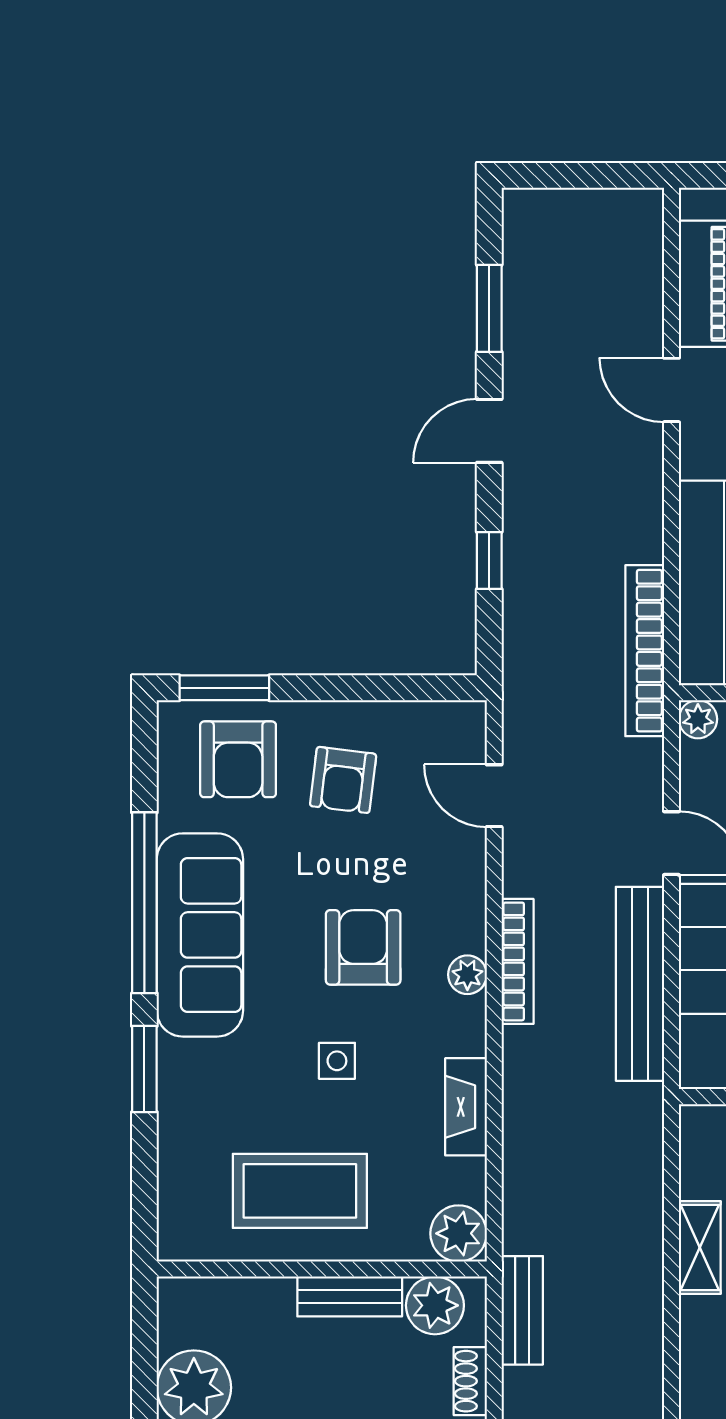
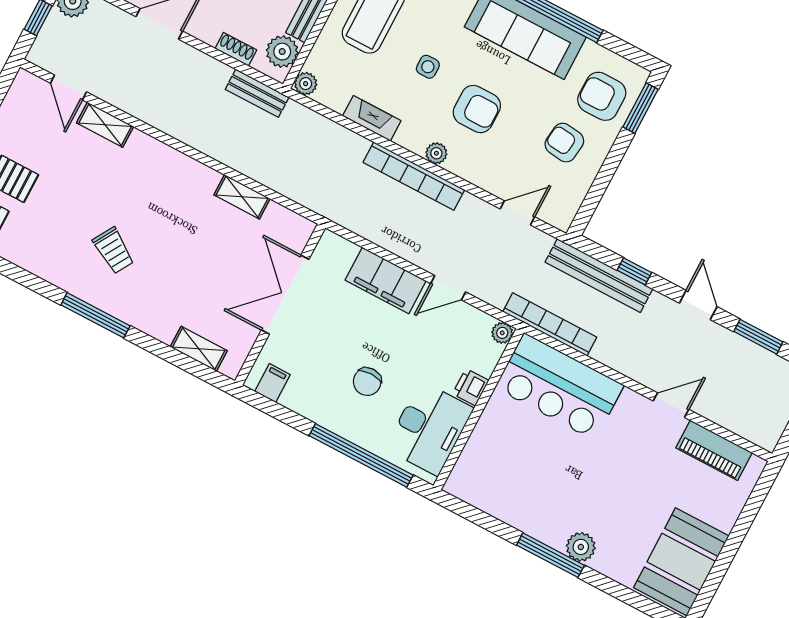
bookcase: (518, 961) -> (414, 176), width x1.48, depth x1.31
bench: (640, 984) -> (599, 276), moved
plant: (459, 1233) -> (306, 84), width x0.73, depth x0.73

